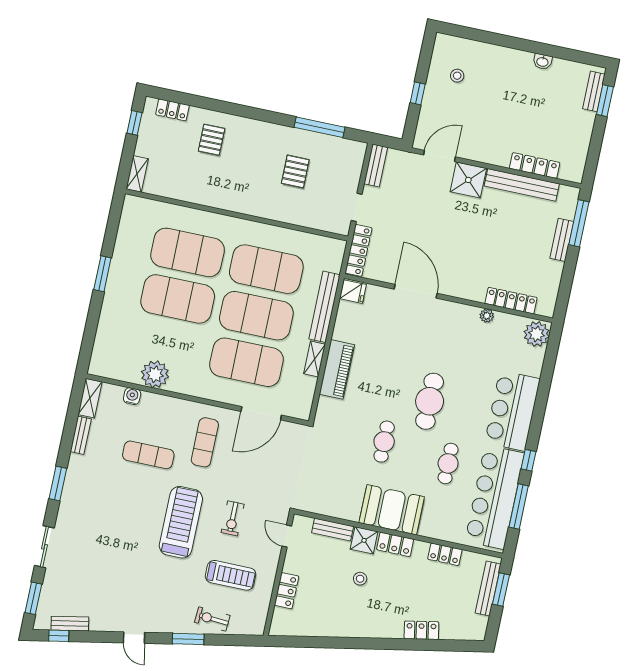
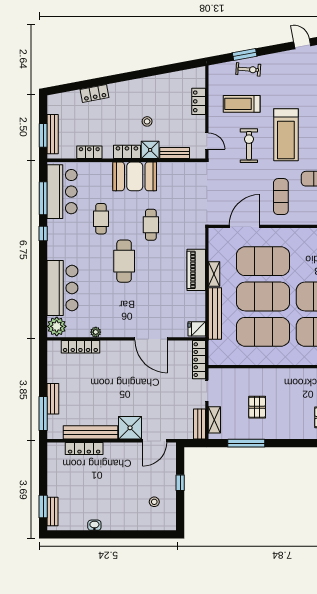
shelving: (355, 167) -> (214, 420), added
bar counter: (512, 411) -> (62, 288), moved
bar counter: (495, 497) -> (62, 192), width x0.73
exercise bike: (233, 518) -> (249, 146), width x1.38, depth x1.39
window: (188, 639) -> (245, 54), moved

